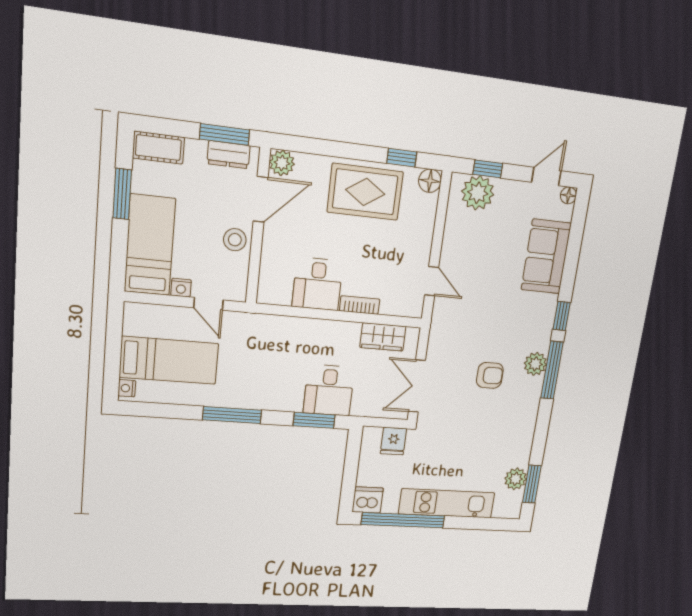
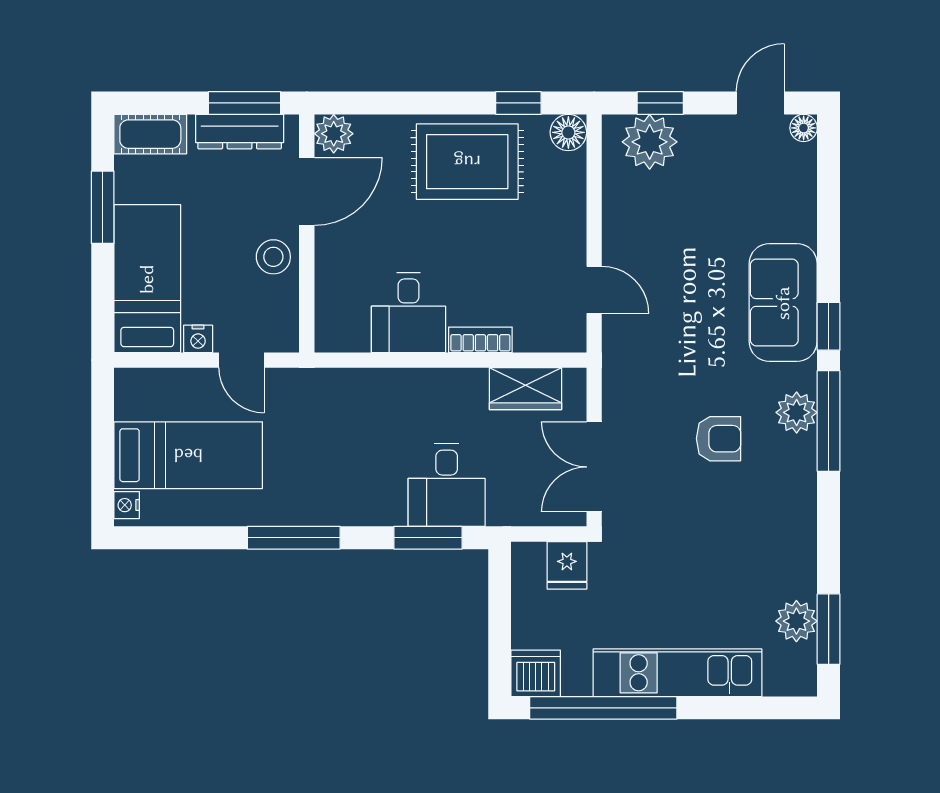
dresser: (229, 155) -> (240, 132), width x1.44
sofa: (546, 257) -> (783, 303), moved

